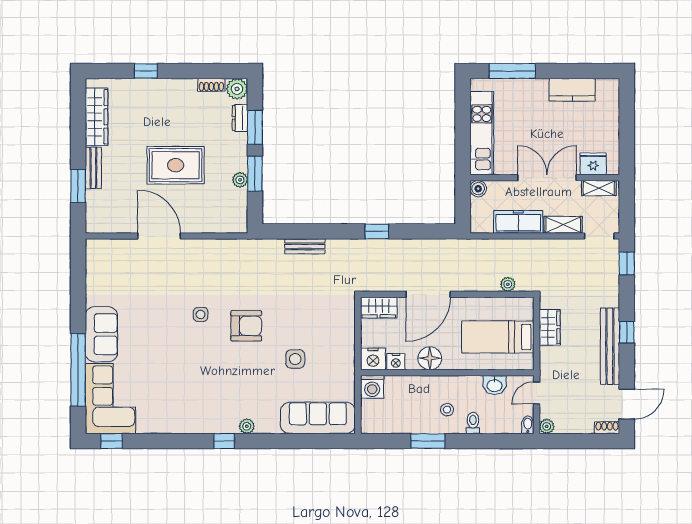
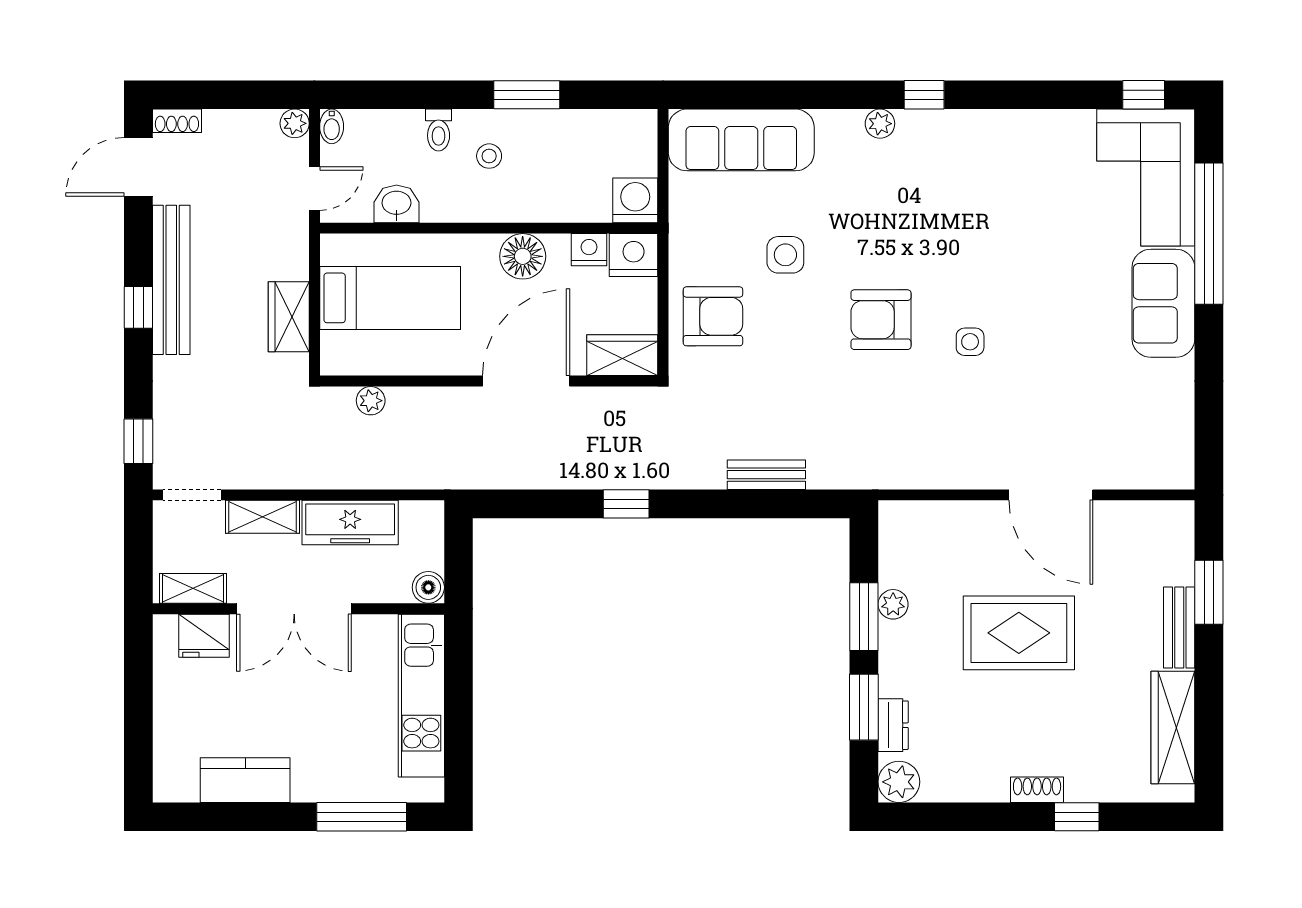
shoe rack: (211, 85) -> (1037, 790), moved
armchair: (332, 328) -> (713, 316), added

